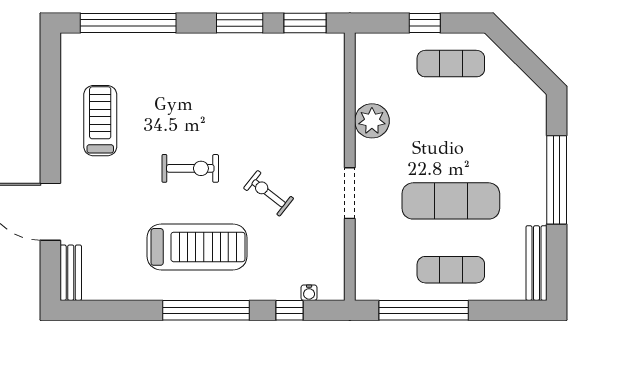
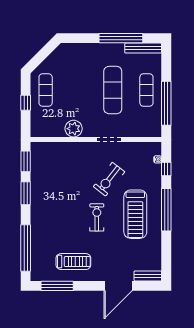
window: (50, 87) -> (57, 286), added
treadmill: (100, 121) -> (73, 262), turned 180
window: (557, 180) -> (121, 38), moved
exercise bike: (269, 193) -> (109, 179), width x1.38, depth x1.39
treadmill: (197, 247) -> (135, 214), turned 180

